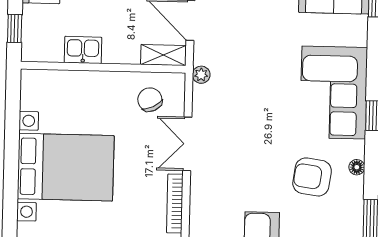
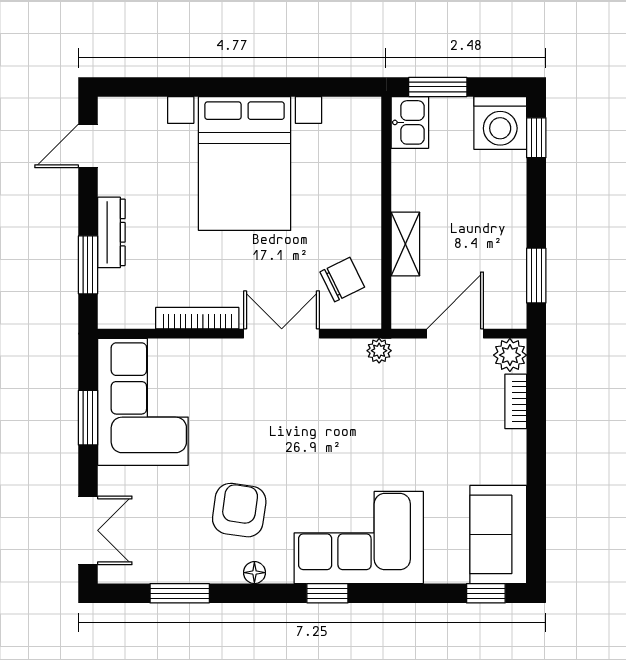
window: (15, 28) -> (438, 87), width x1.50
kitchen sink: (83, 50) -> (410, 122), moved
shelving: (163, 55) -> (405, 244), moved

